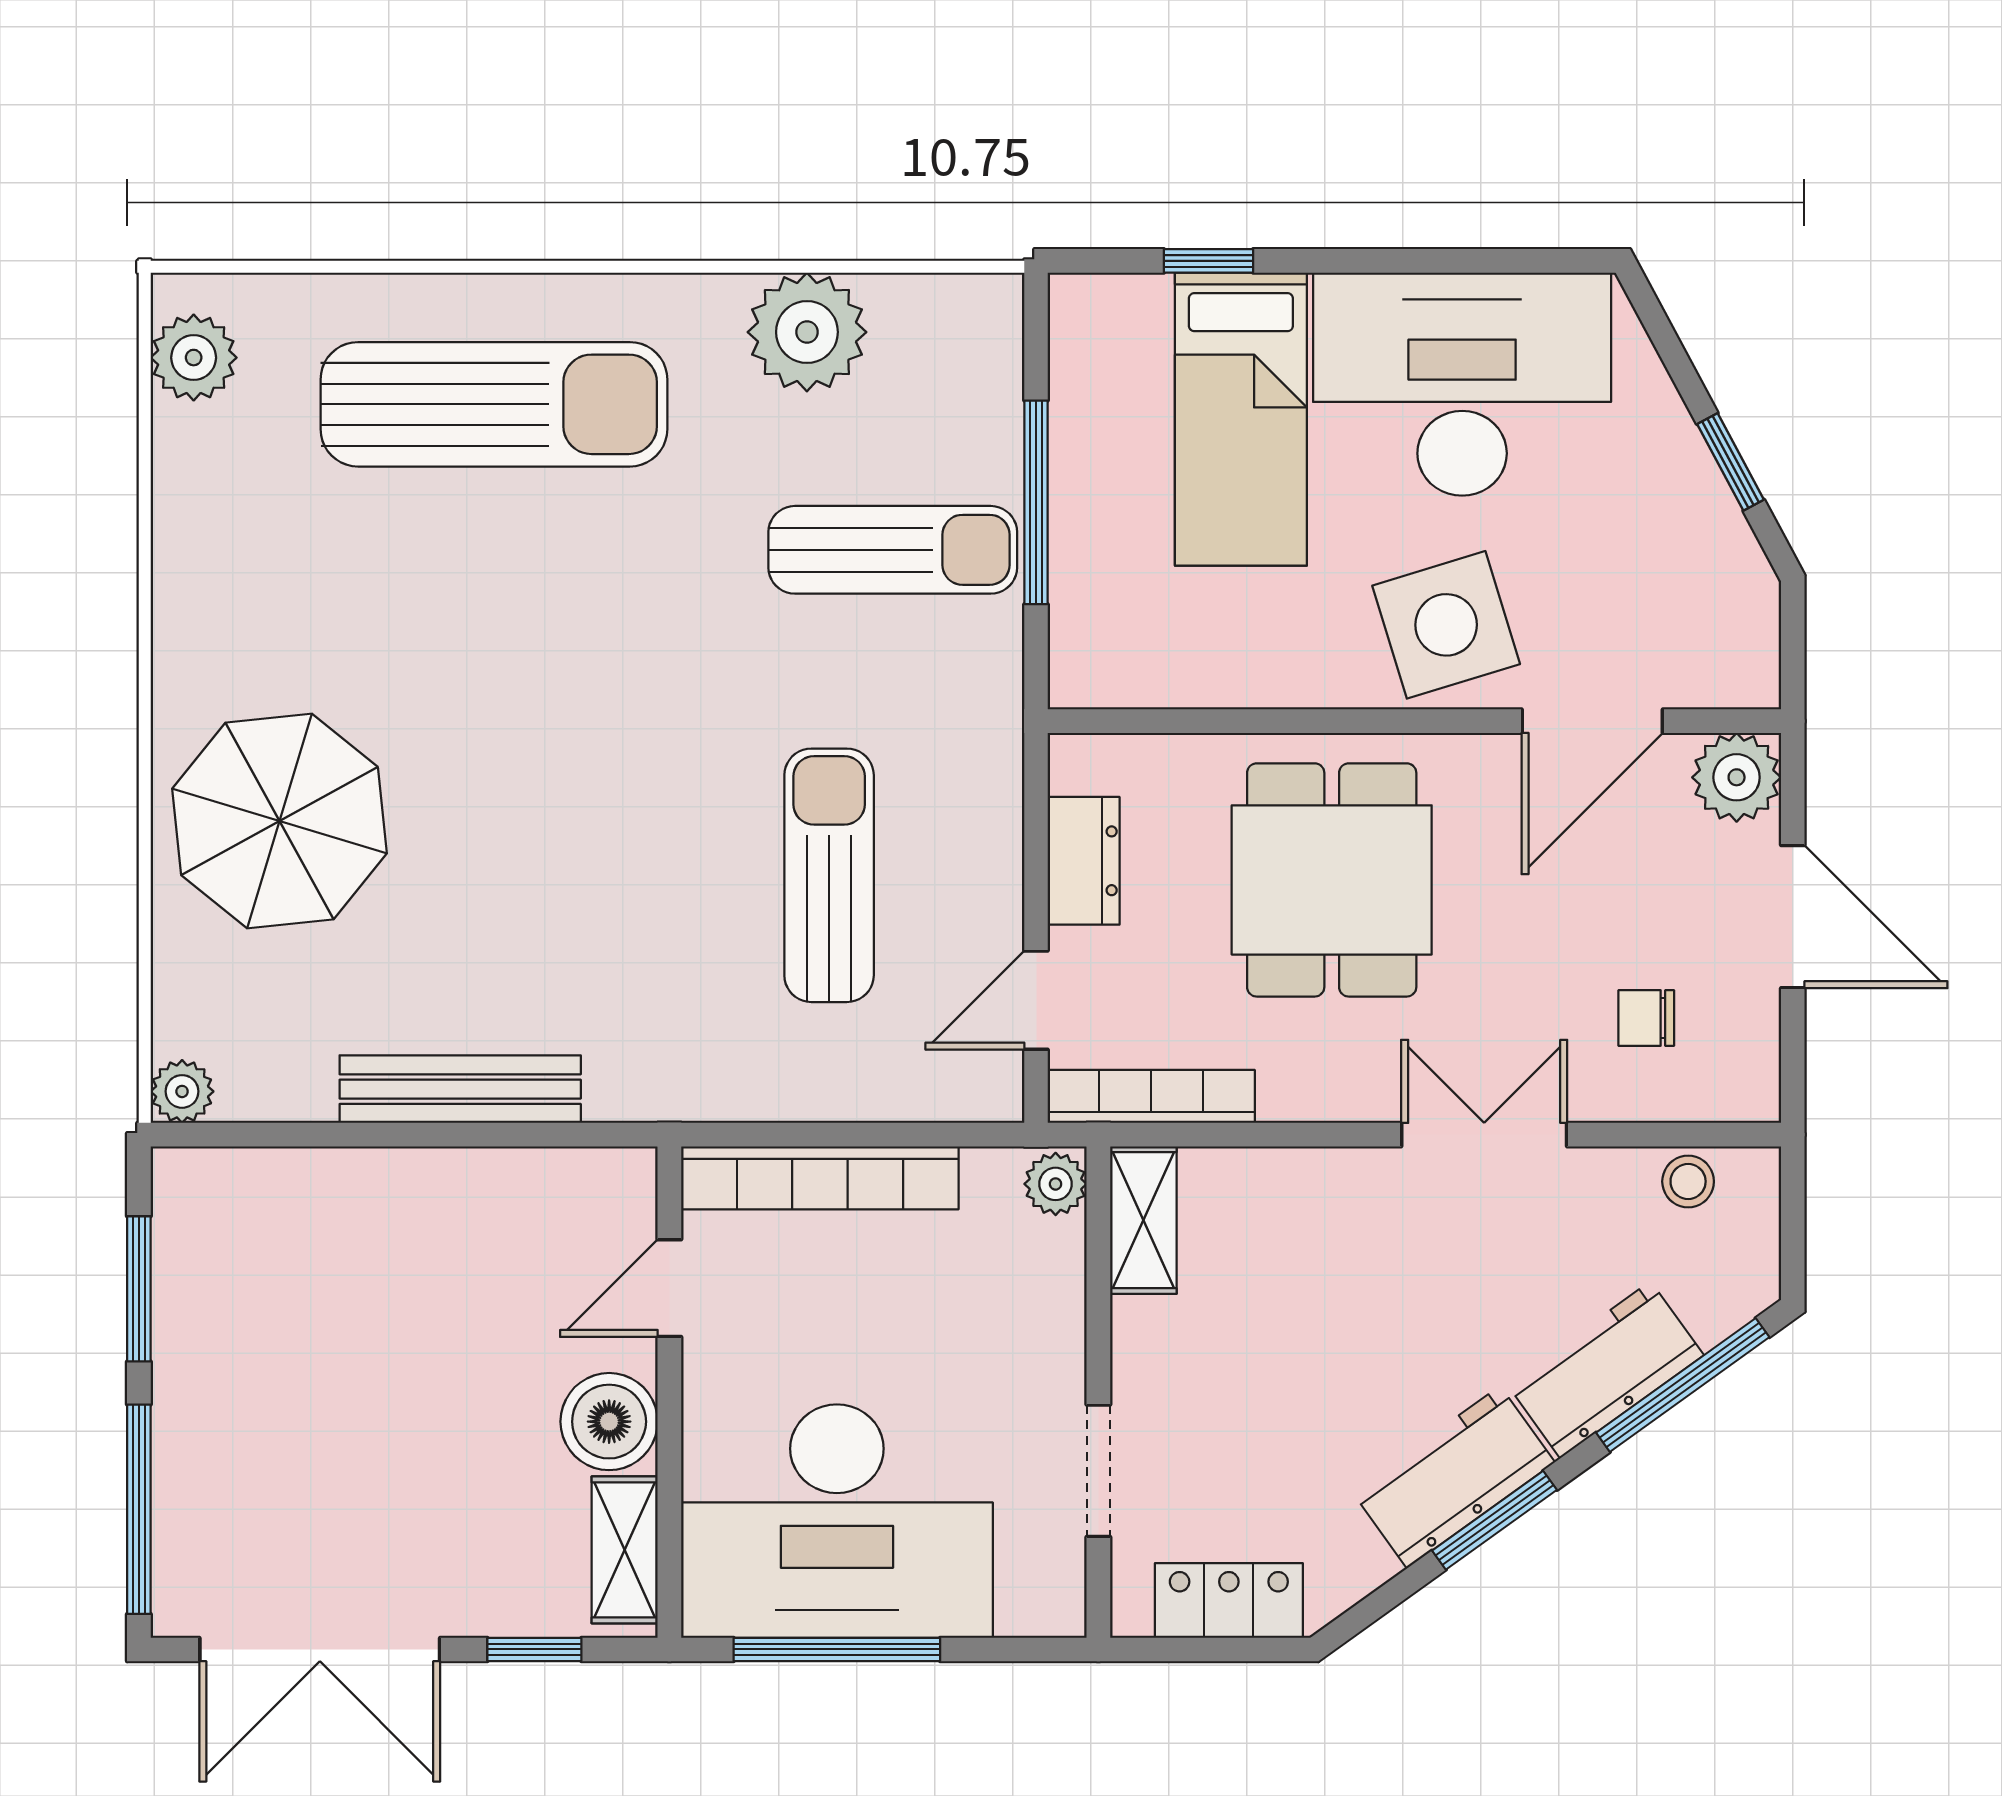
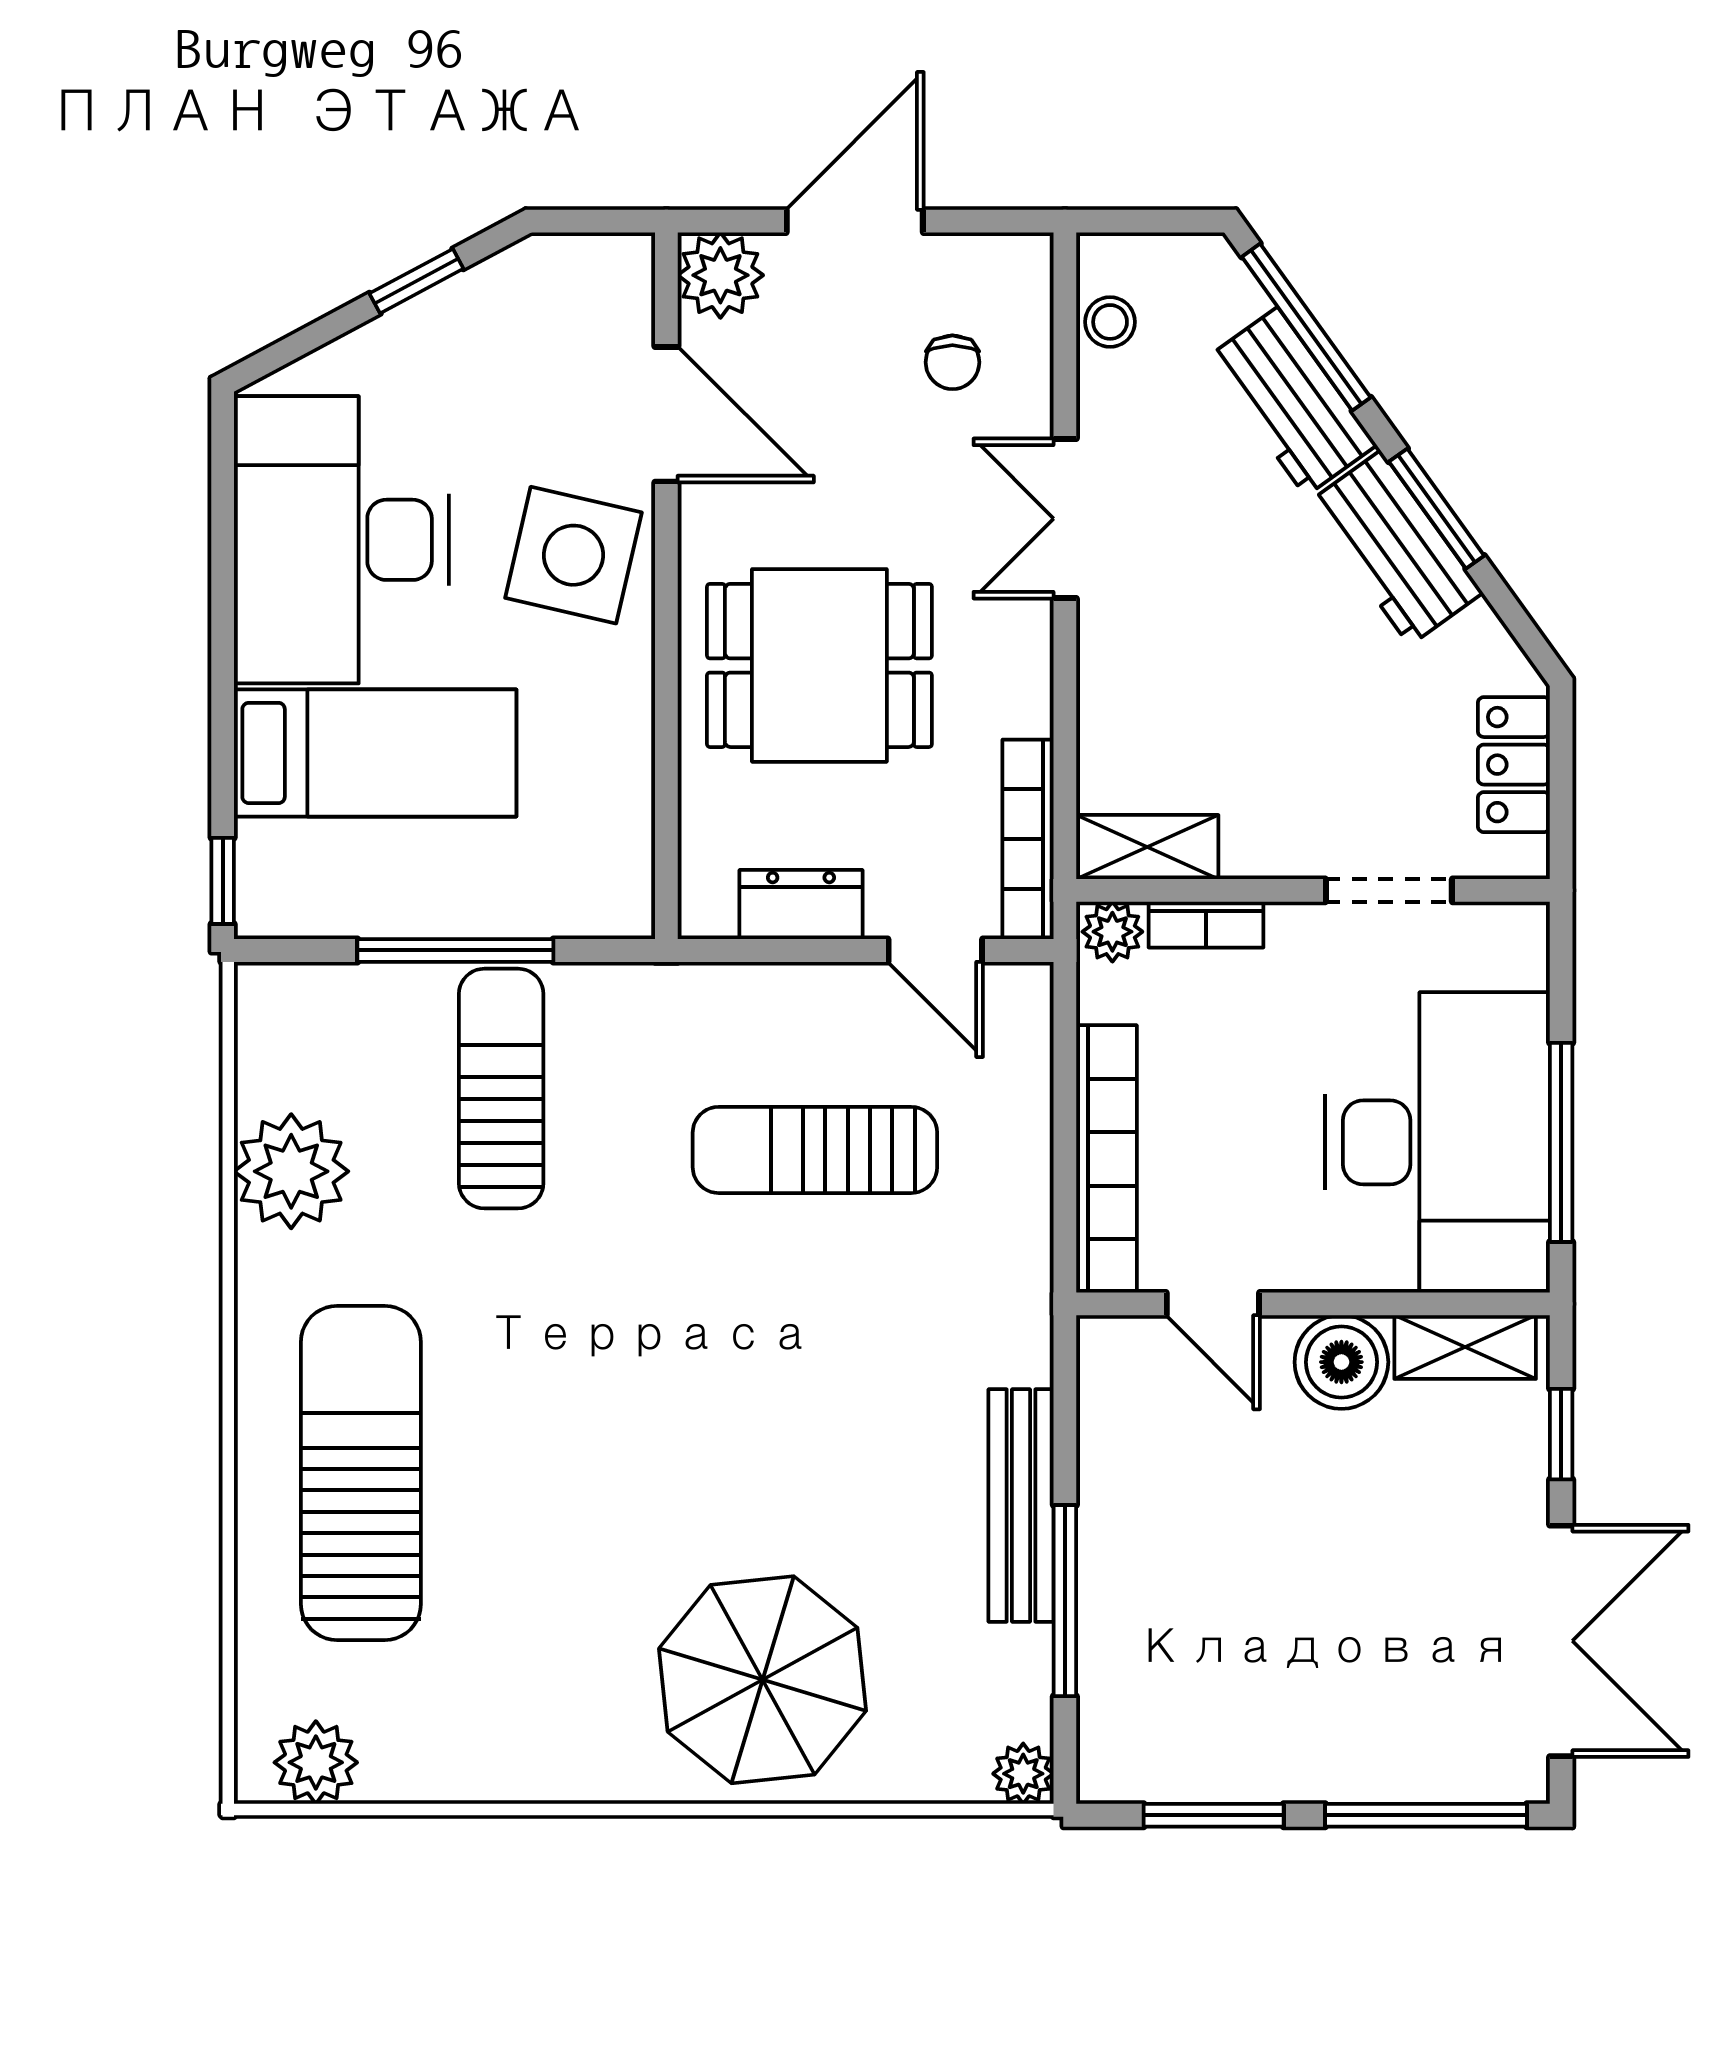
window: (1208, 261) -> (223, 881), moved
side table: (1446, 625) -> (573, 555), turned 30
window: (362, 1135) -> (1065, 1601), added
bookcase: (1063, 1281) -> (1206, 925), added

